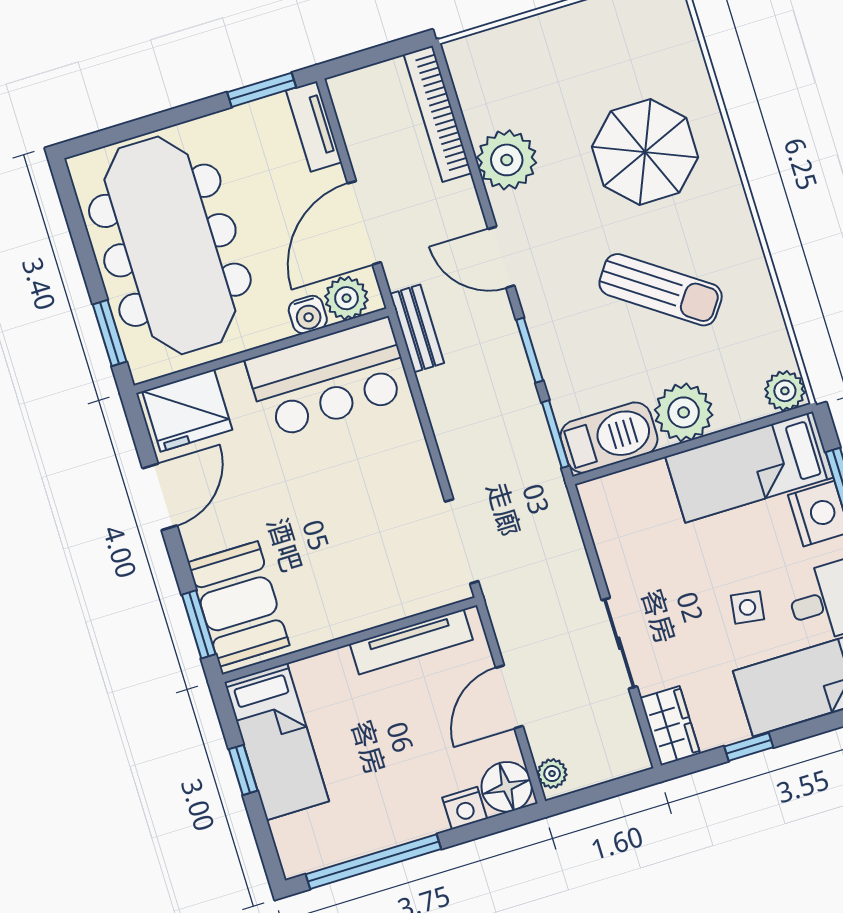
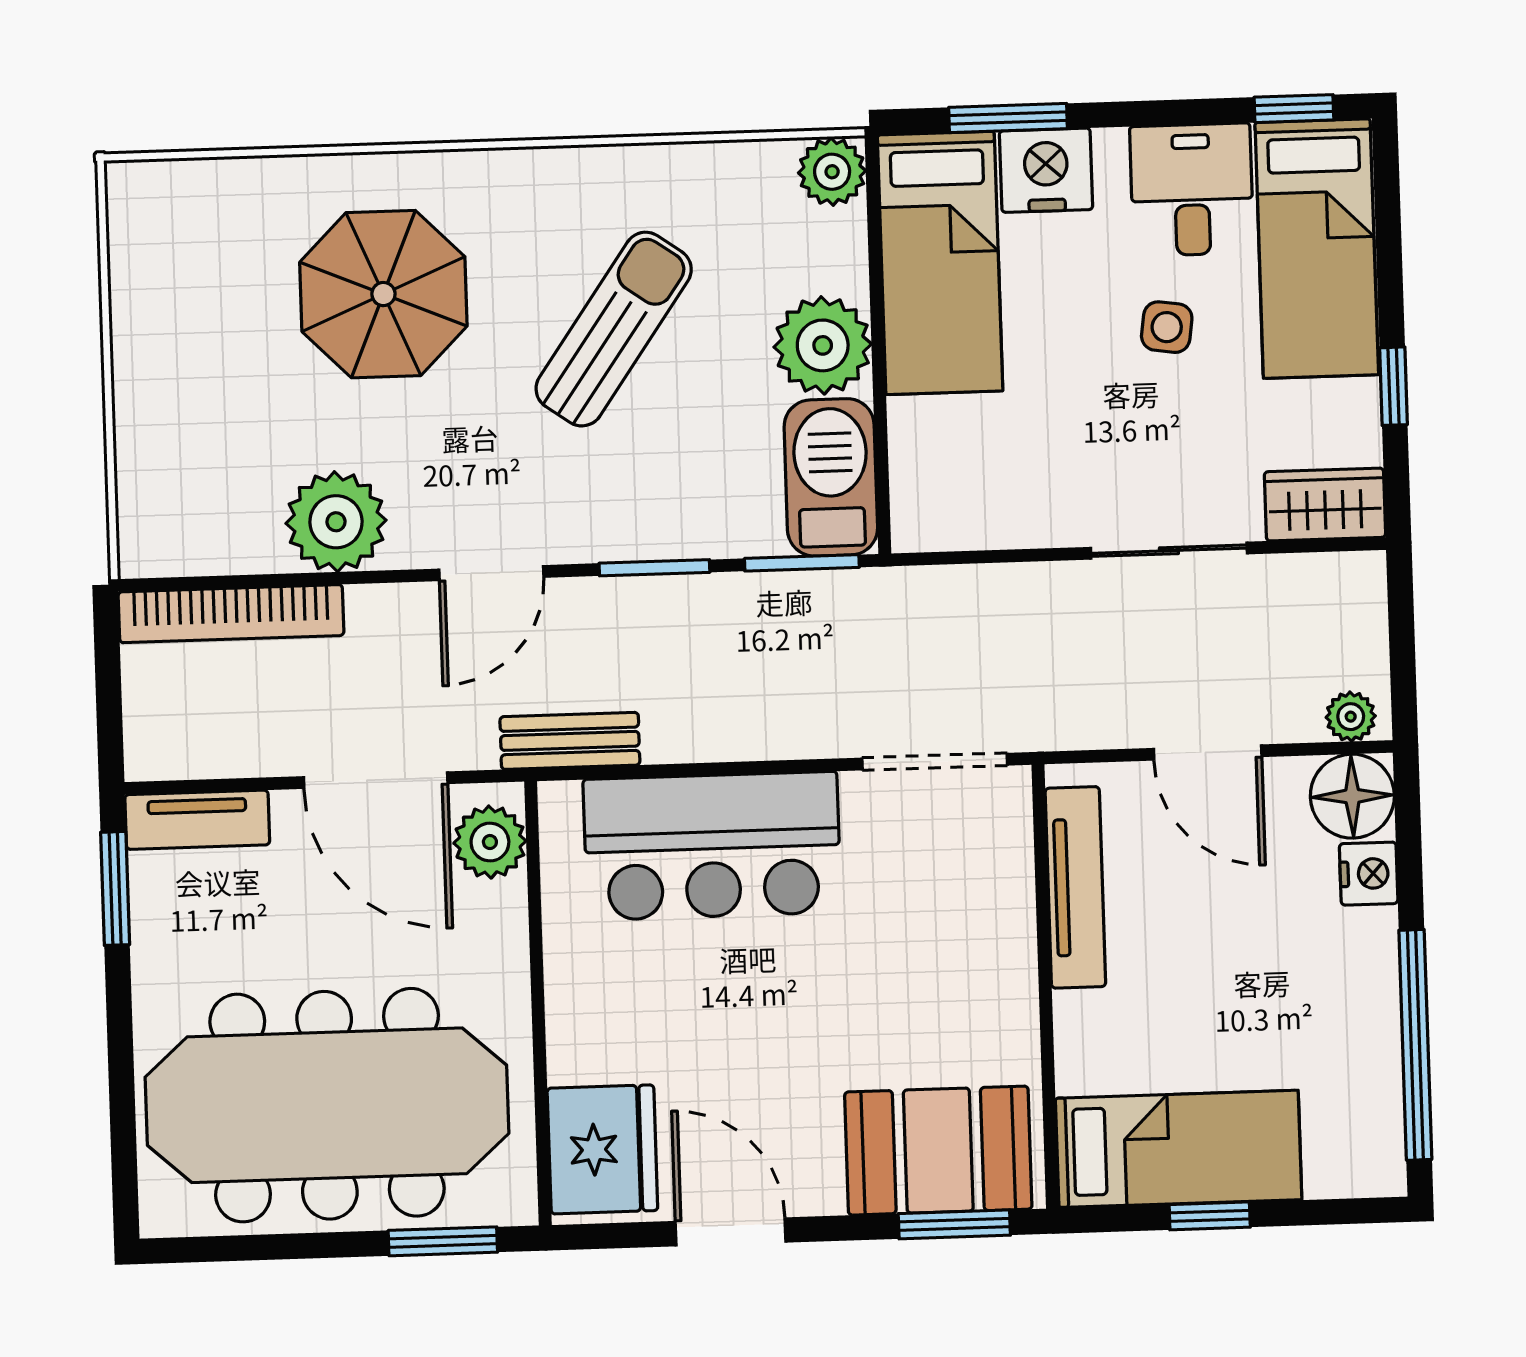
water cooler: (308, 315) -> (500, 912), removed
bar counter: (329, 378) -> (712, 846), moved, turned 90

